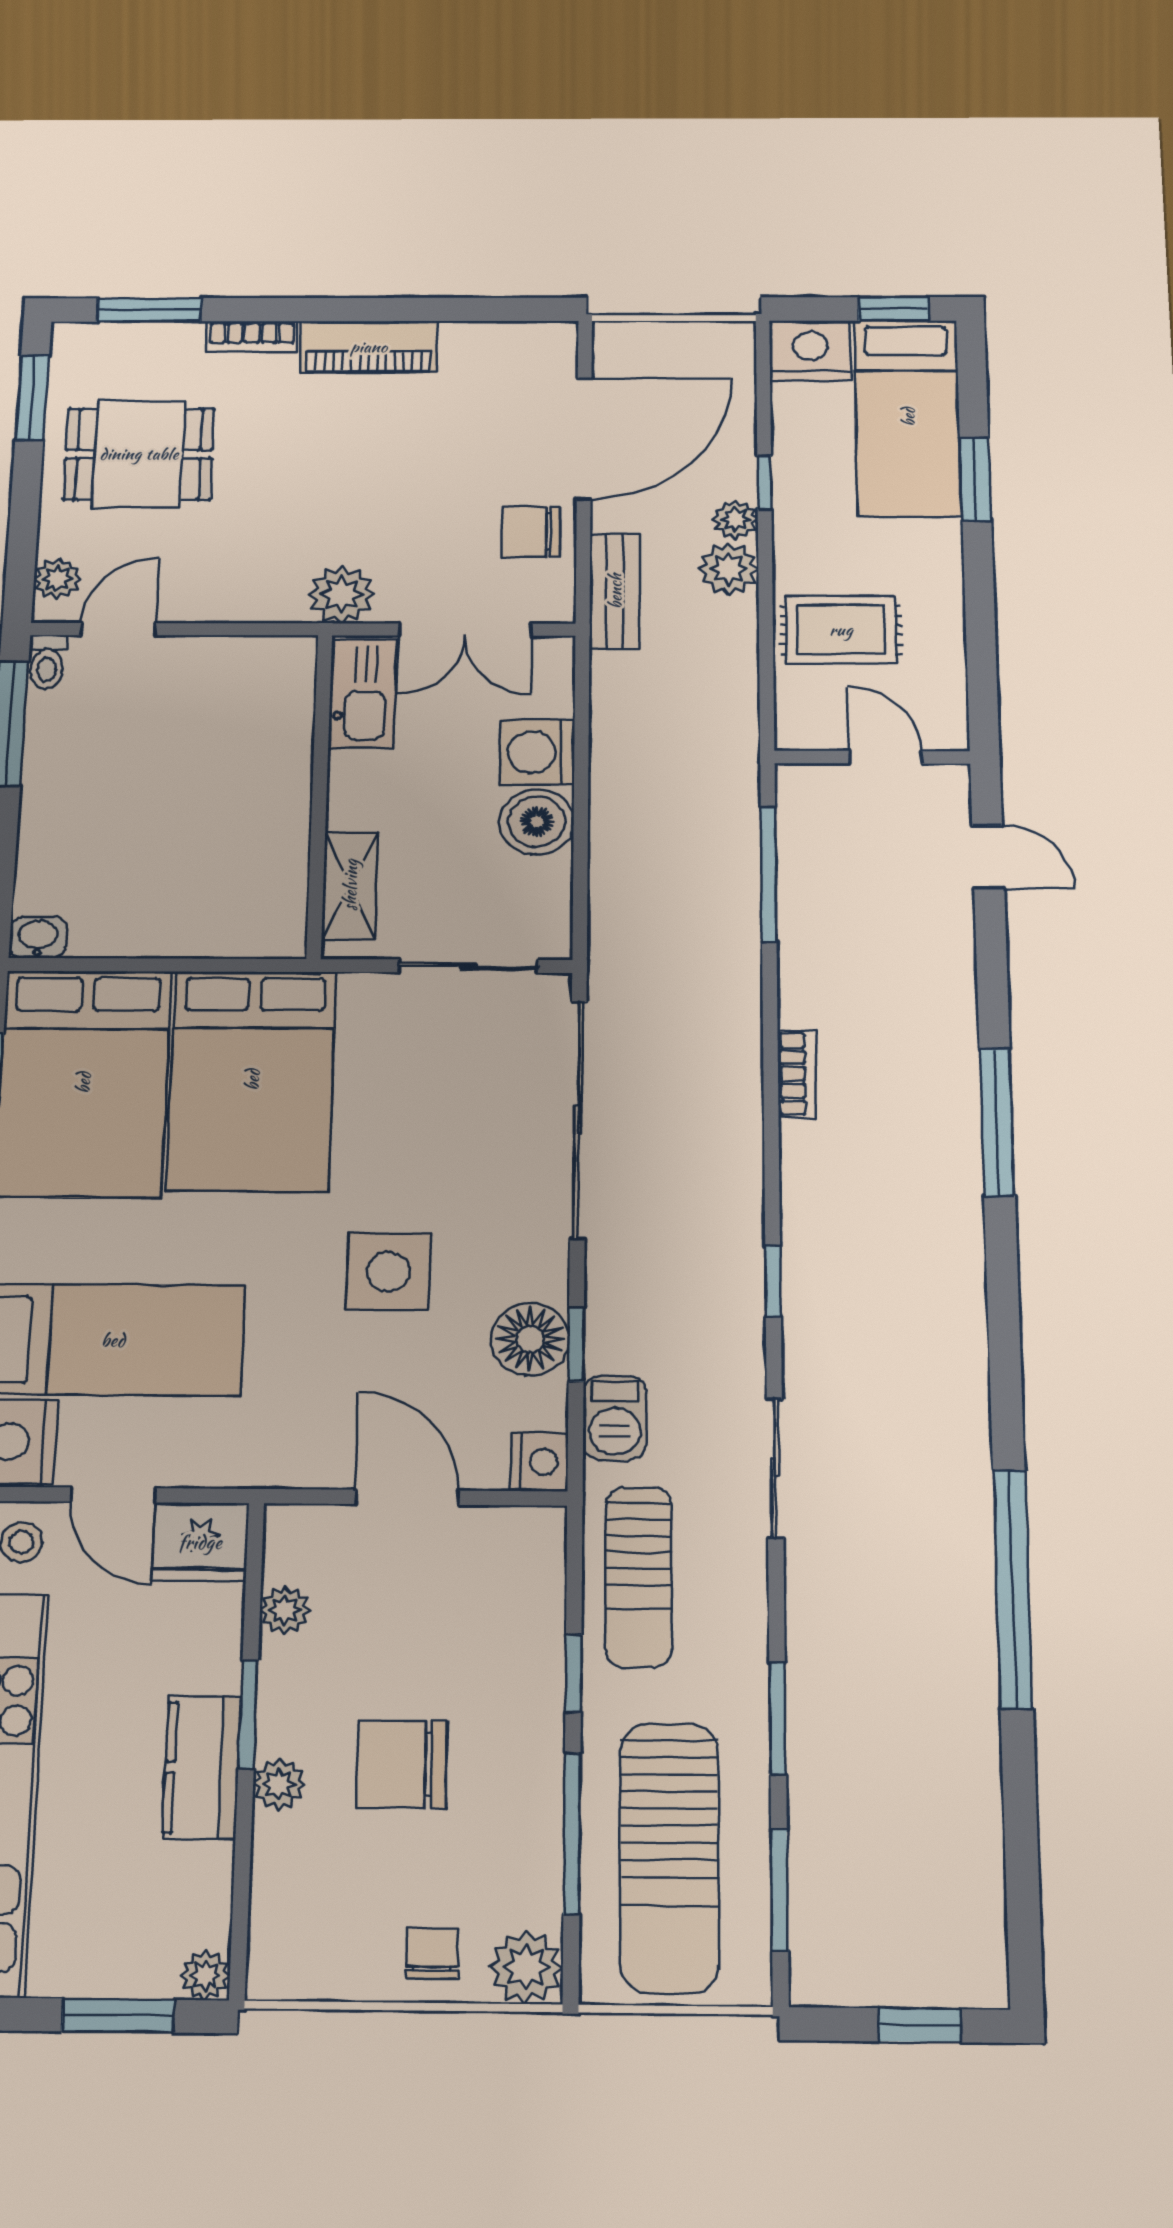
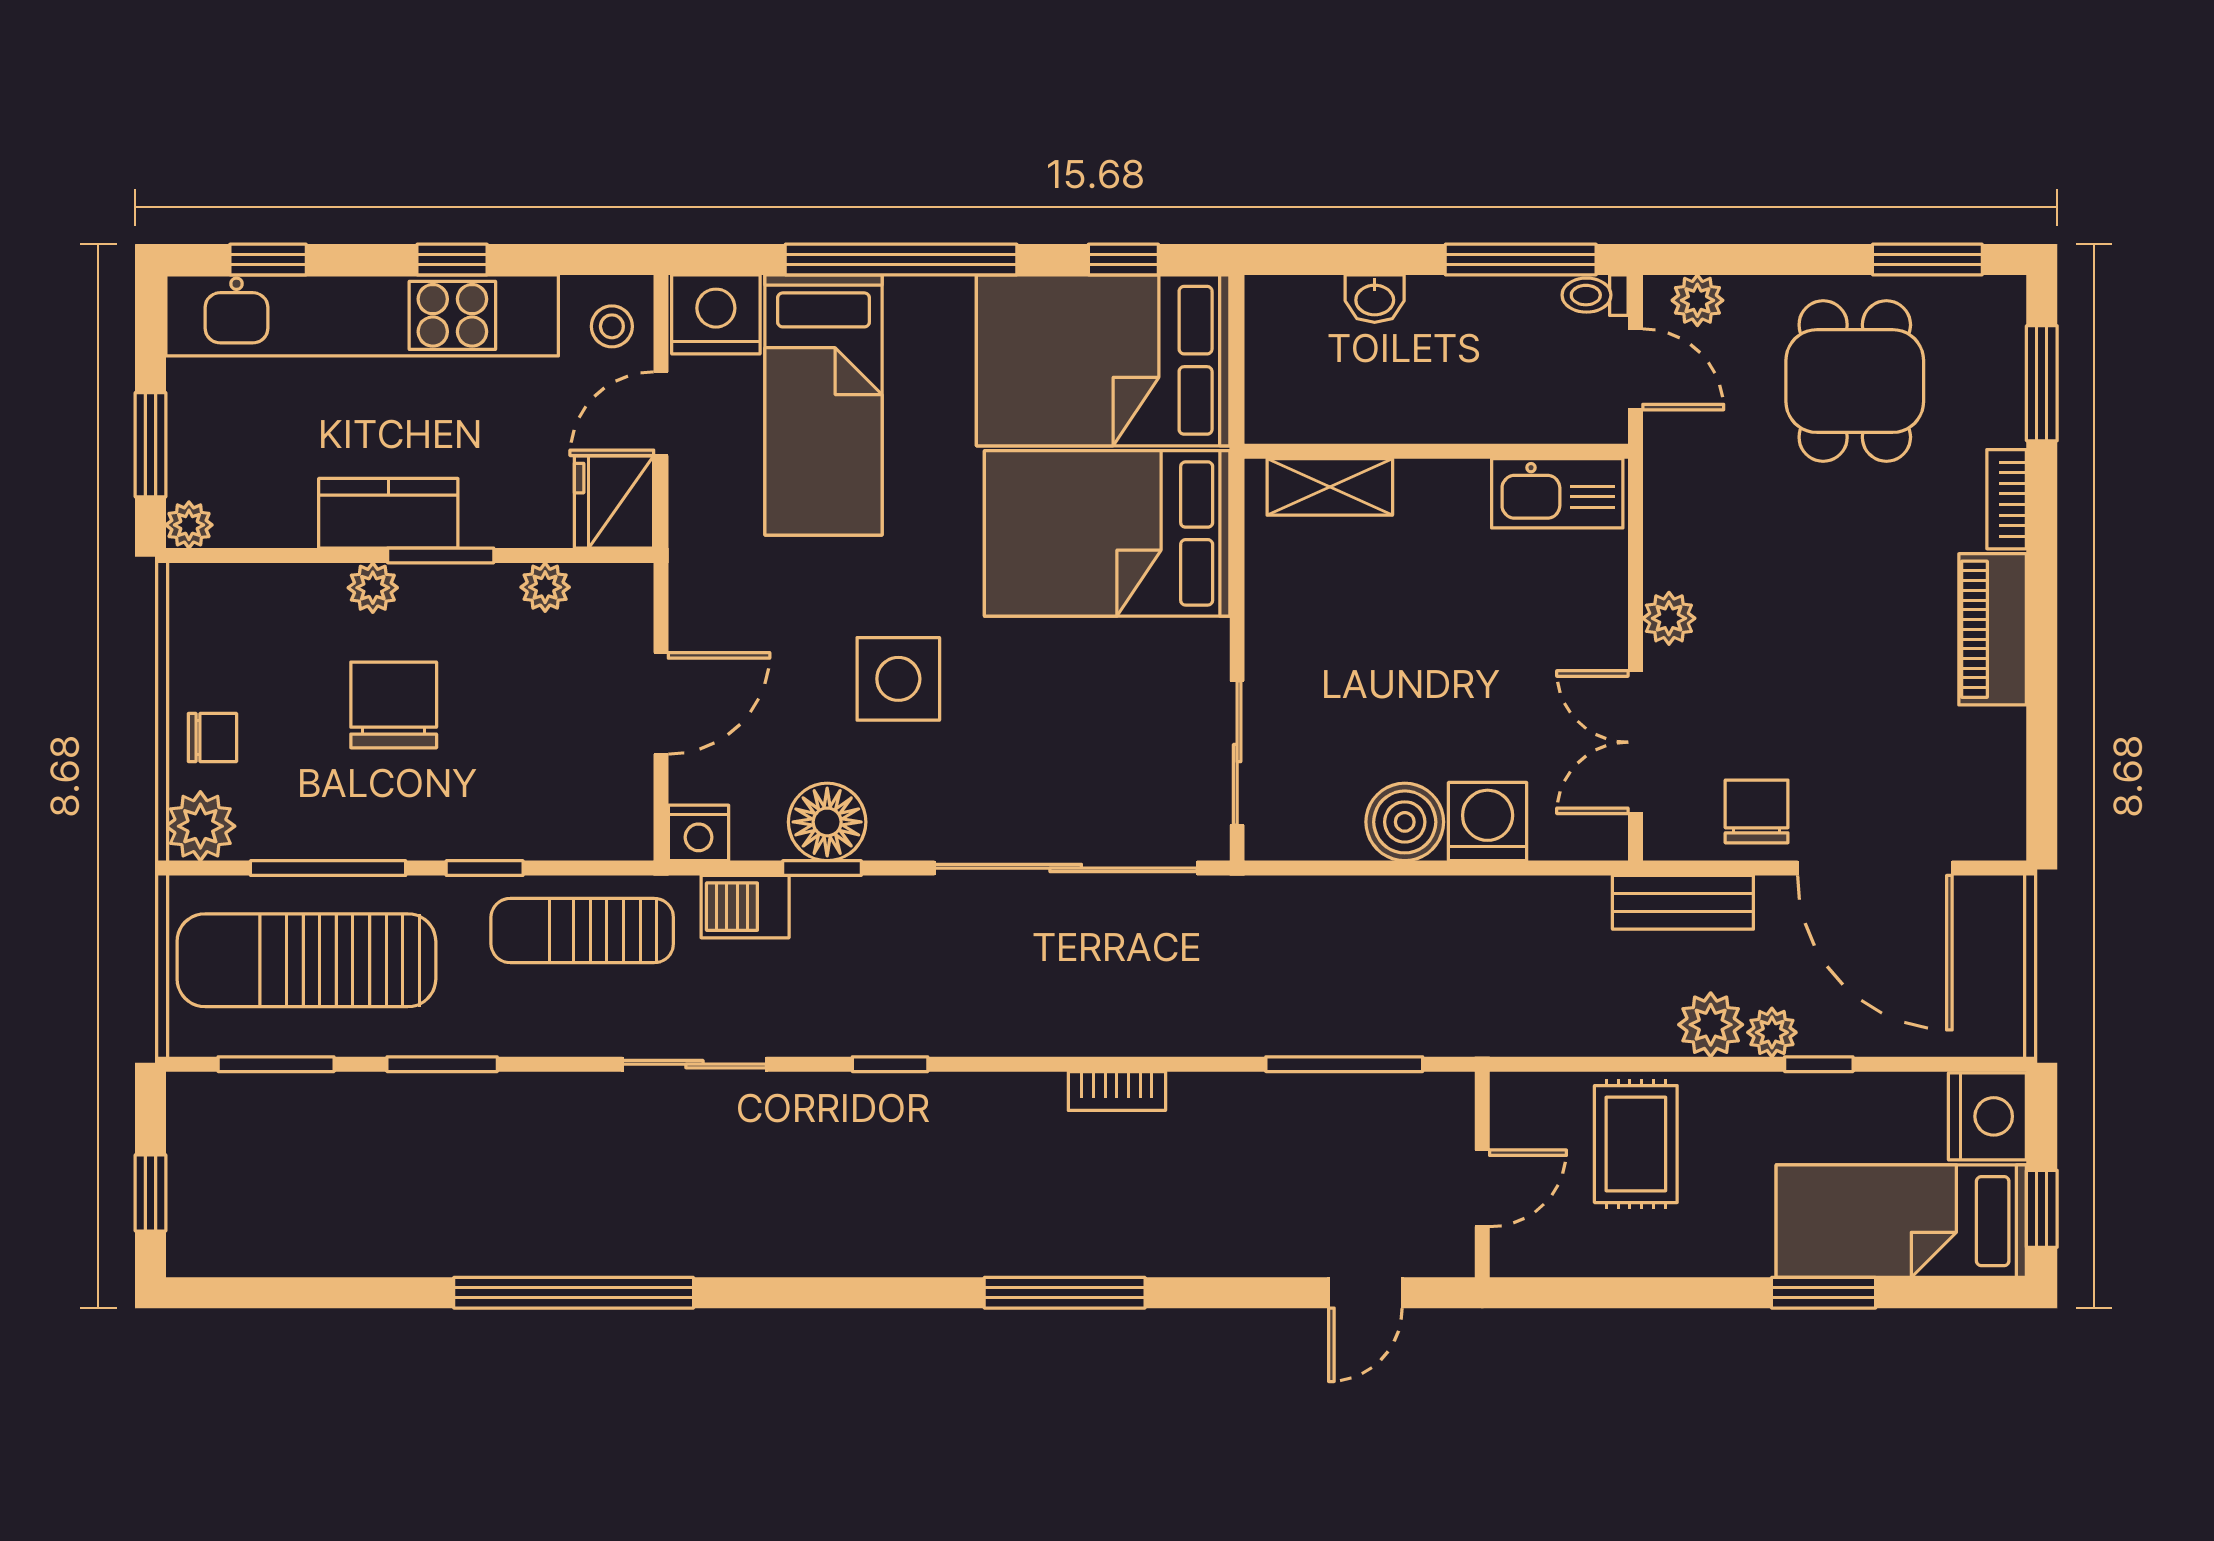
plant: (342, 594) -> (1669, 618), width x0.73, depth x0.73
kitchen sink: (362, 694) -> (1557, 493), moved
wall: (319, 795) -> (1436, 451), moved
shelving: (350, 885) -> (1330, 487), moved
washbasin: (38, 937) -> (1375, 299), moved, turned 90

